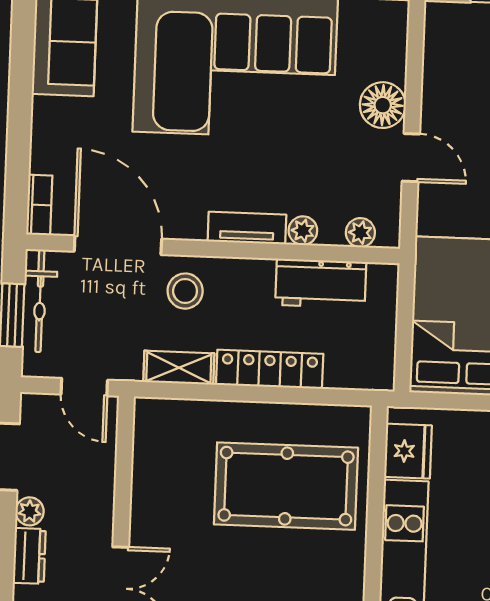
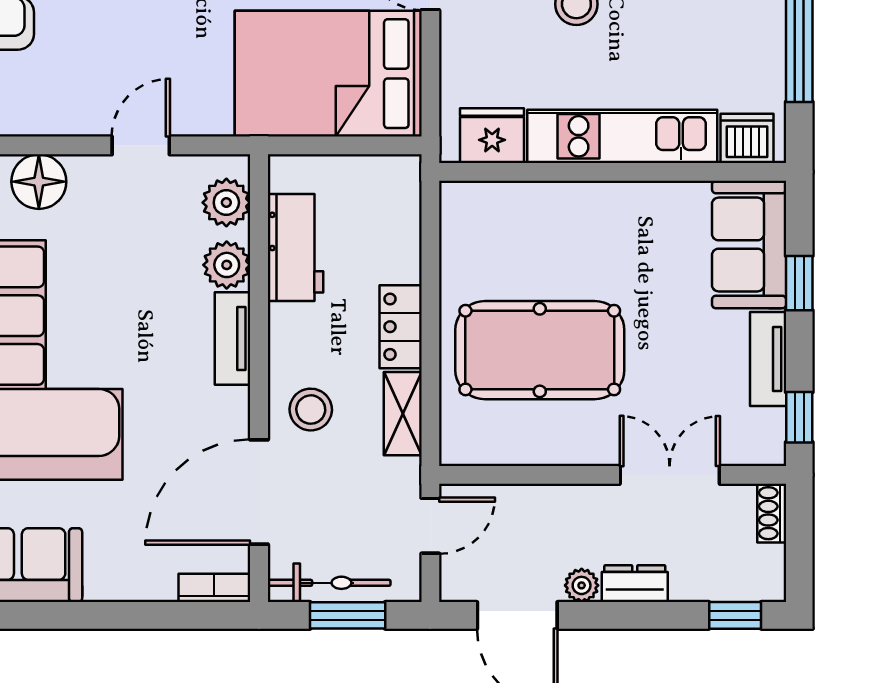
floor lamp: (383, 105) -> (39, 182), moved
plant: (303, 231) -> (227, 265), width x1.38, depth x1.38
plant: (360, 233) -> (226, 203), width x1.38, depth x1.38
locker: (270, 369) -> (401, 327), width x0.66
pool table: (286, 486) -> (540, 350), moved, turned 90

